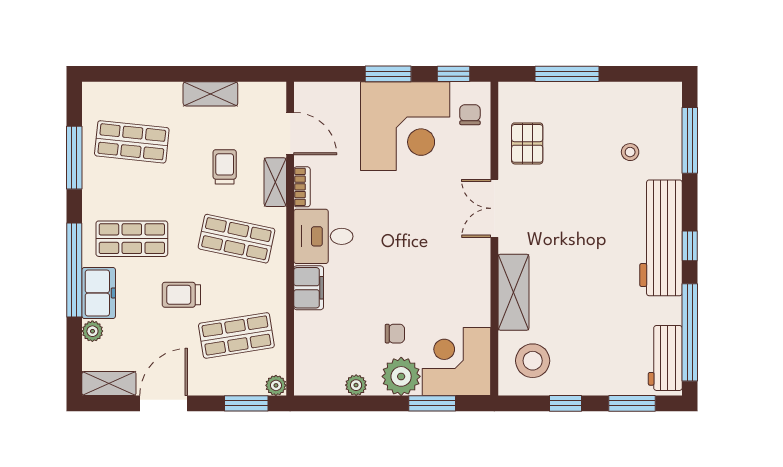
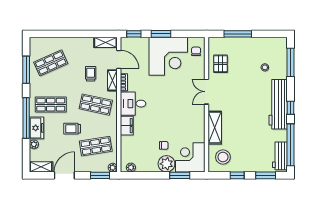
window: (453, 74) -> (134, 34), moved
shelving: (210, 94) -> (105, 42), moved
shop shelf: (132, 142) -> (51, 63), turned -30
plant: (356, 385) -> (131, 167), moved

